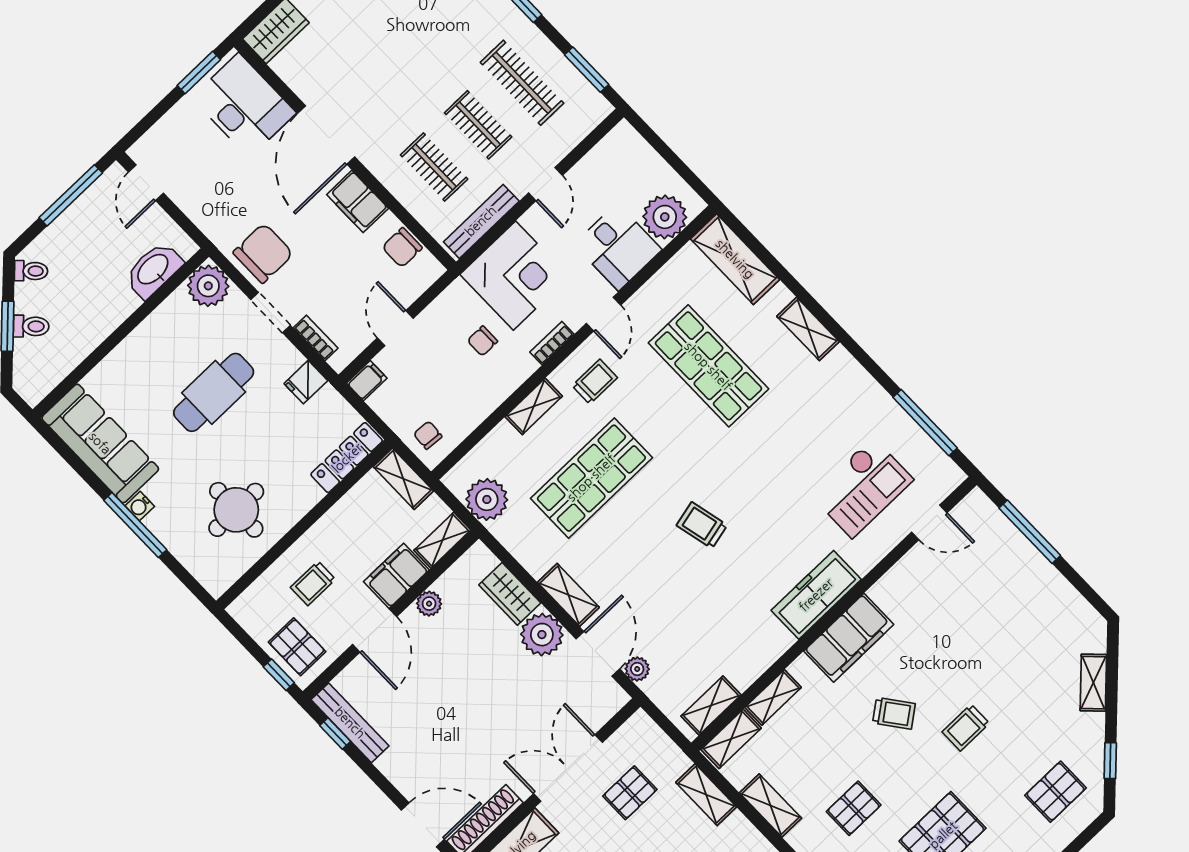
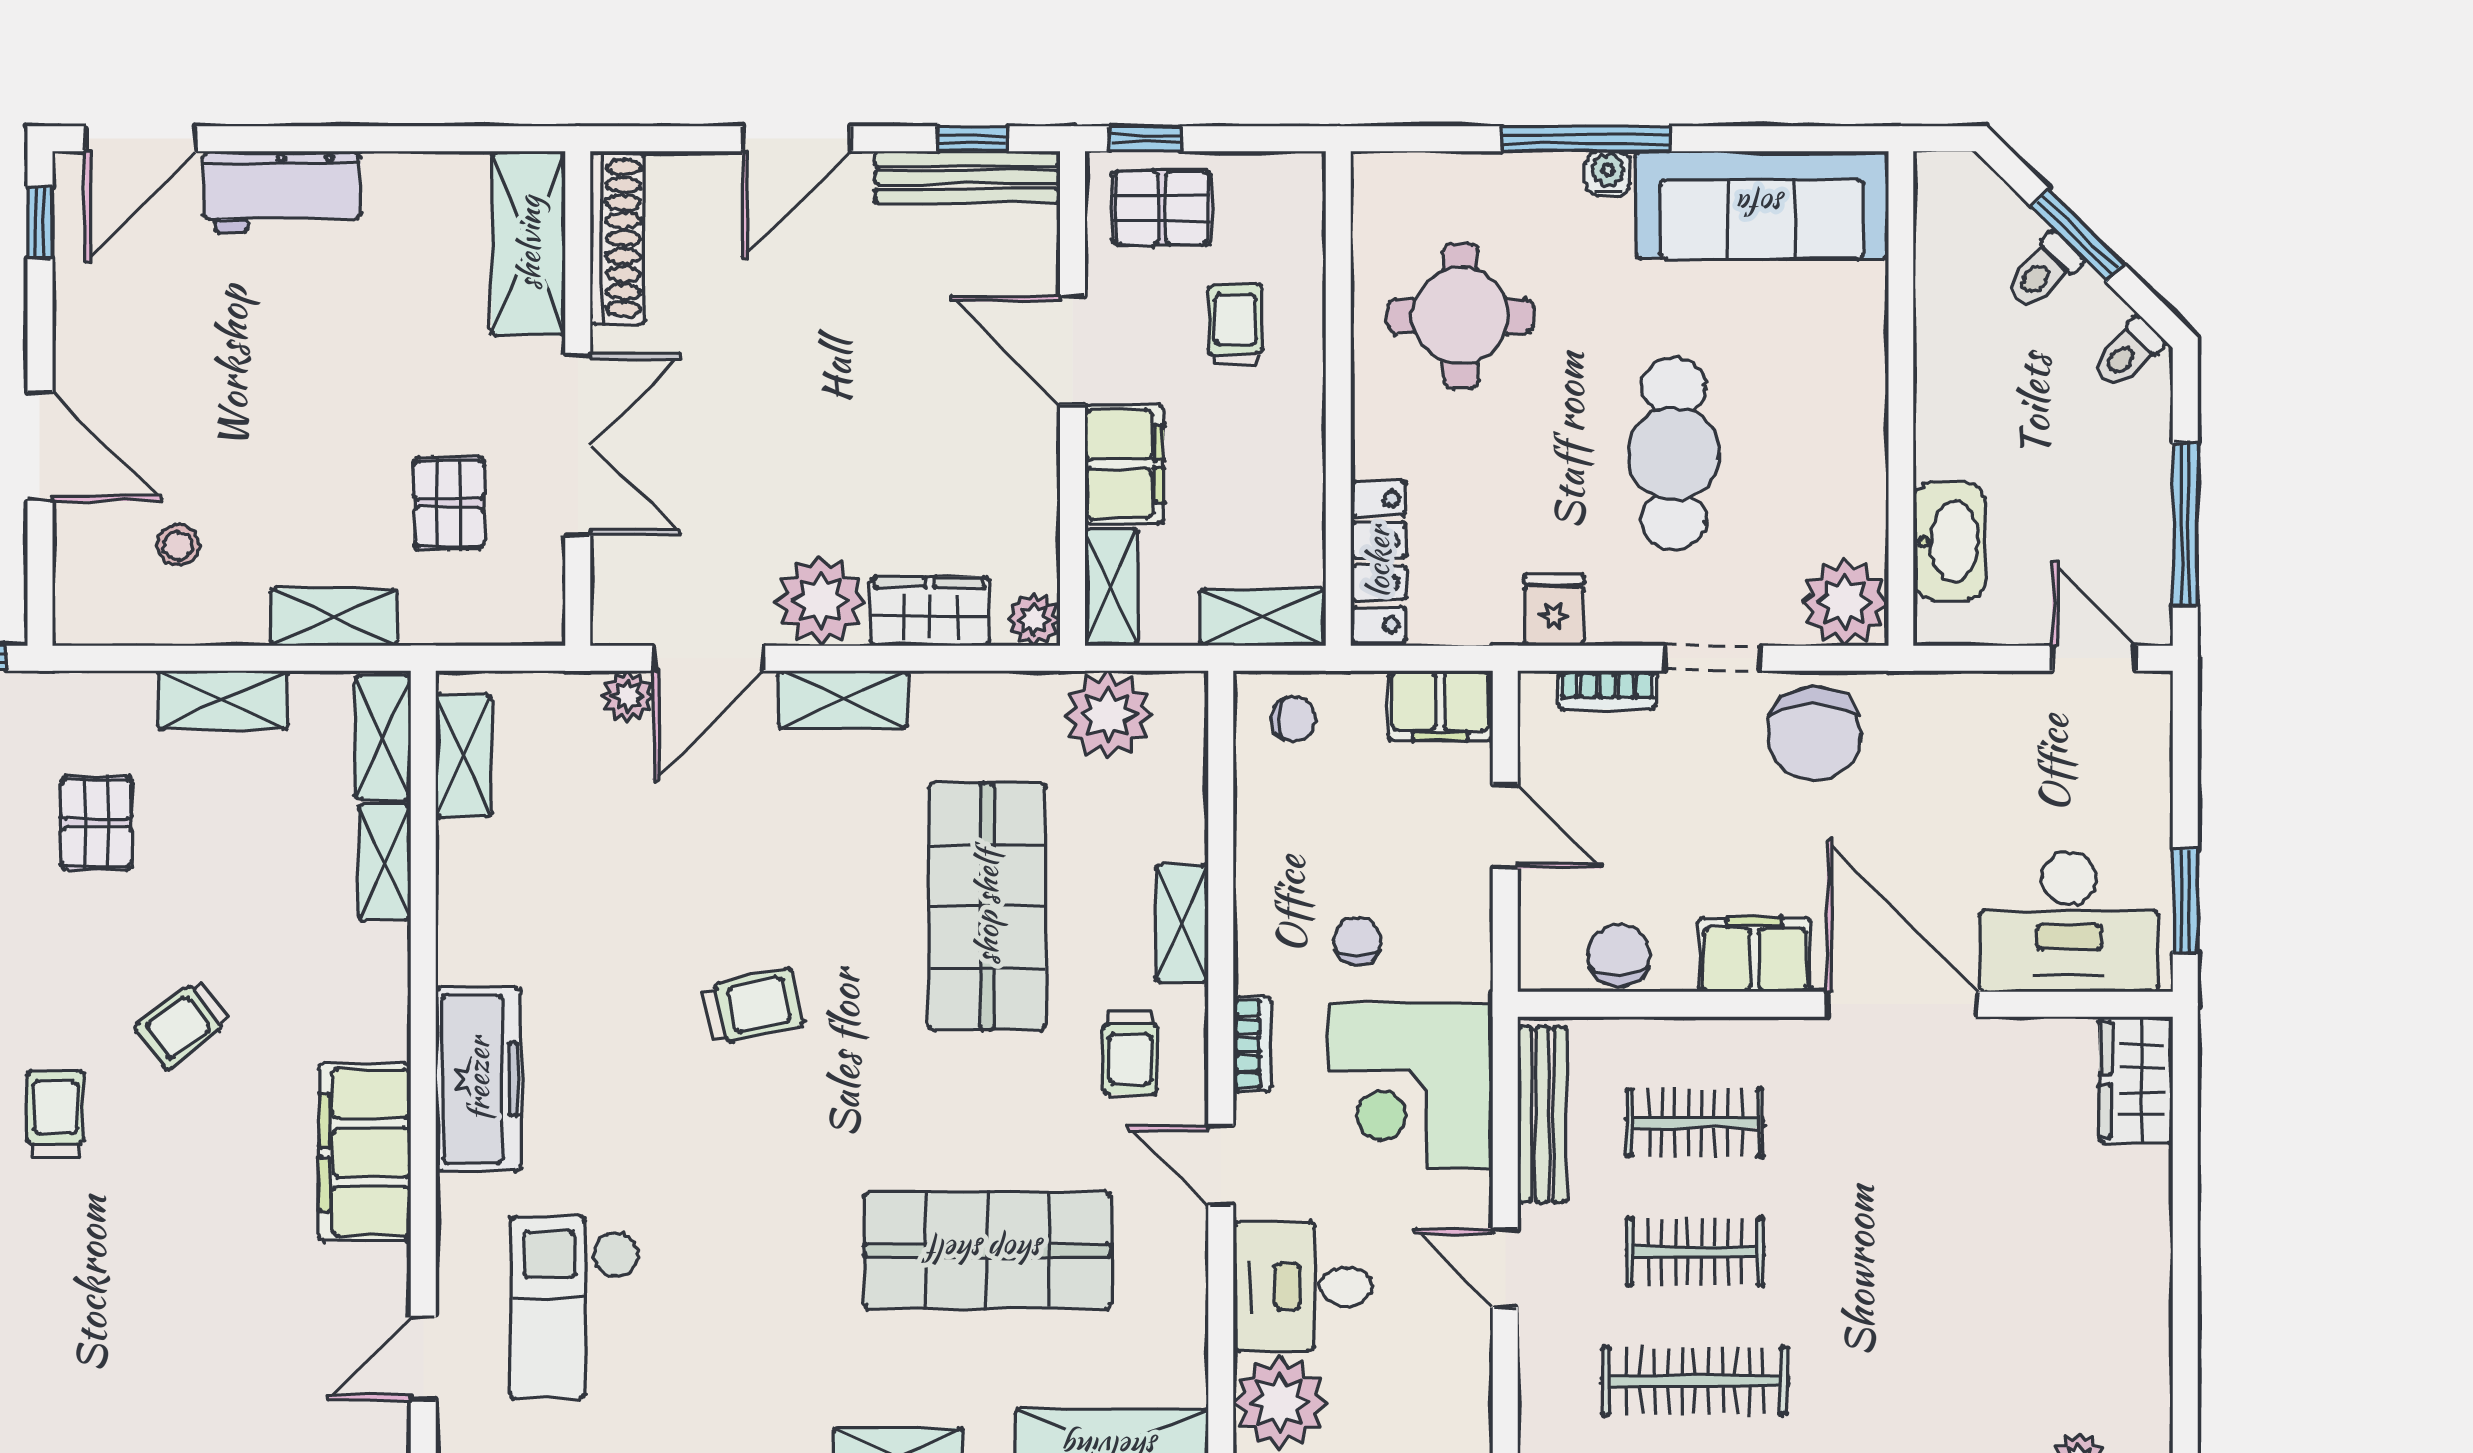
filing cabinet: (367, 381) -> (1440, 705), width x2.00
plant: (429, 604) -> (1034, 619), moved
filing cabinet: (849, 638) -> (365, 1153), moved
door: (598, 654) -> (709, 658), hinge flipped
door: (423, 825) -> (796, 139), moved

